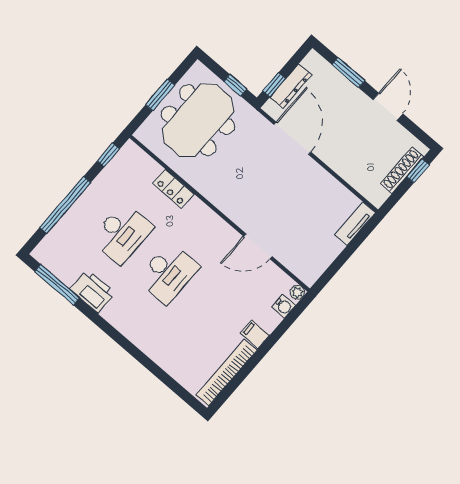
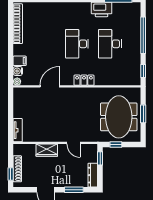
dresser: (291, 86) -> (93, 175), moved
door: (292, 138) -> (74, 143), width x0.53
wardrobe: (339, 161) -> (47, 150), added
locker: (173, 189) -> (84, 80), moved
filing cabinet: (255, 334) -> (20, 61), moved

